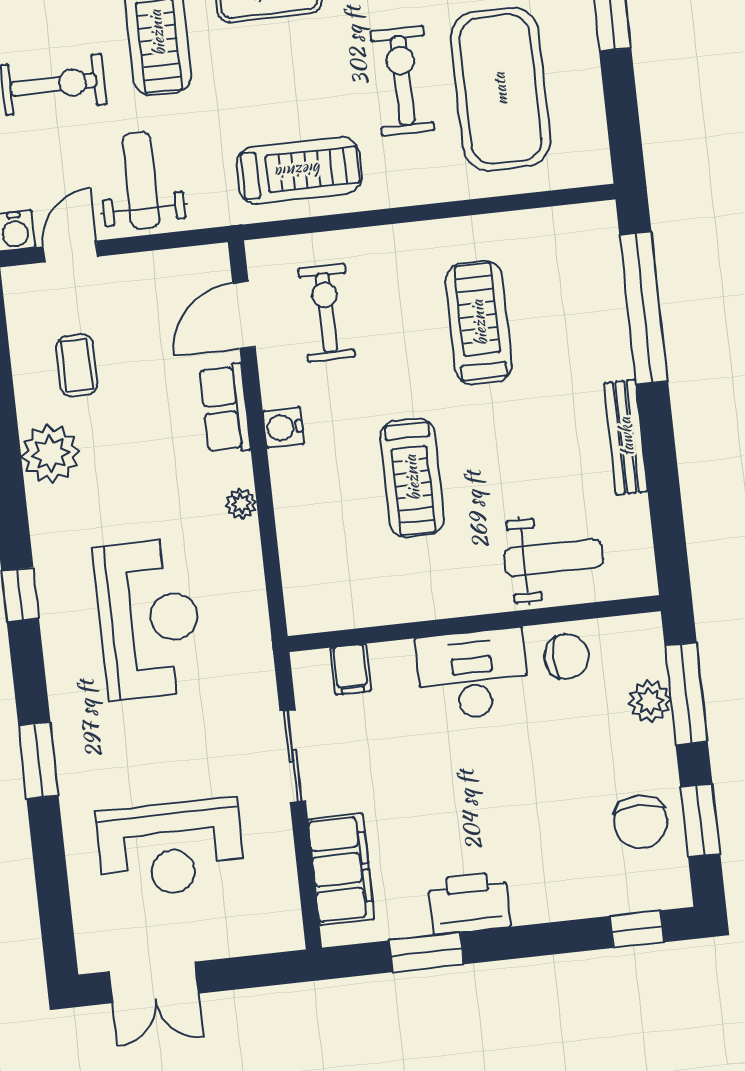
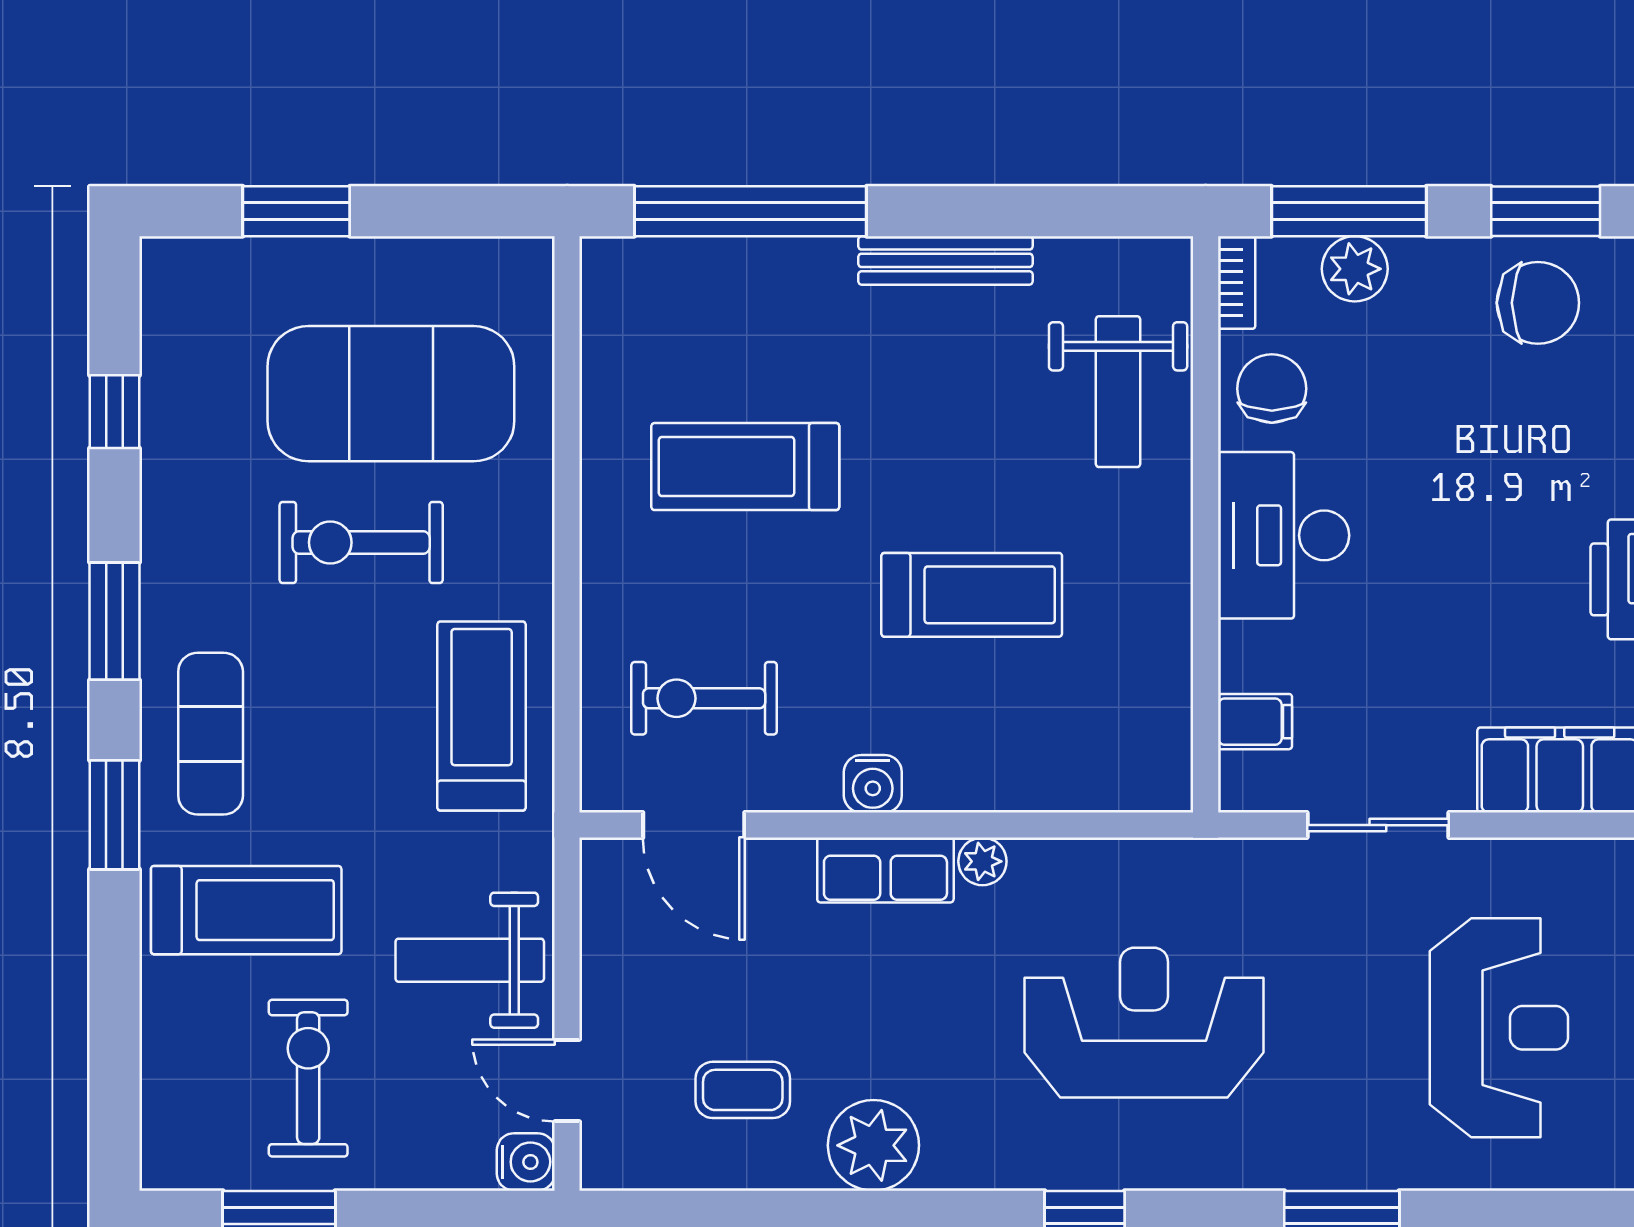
row of seats: (225, 409) -> (885, 870), moved
weight bench: (554, 558) -> (1118, 392), turned 180
bookcase: (632, 626) -> (1237, 283), added

